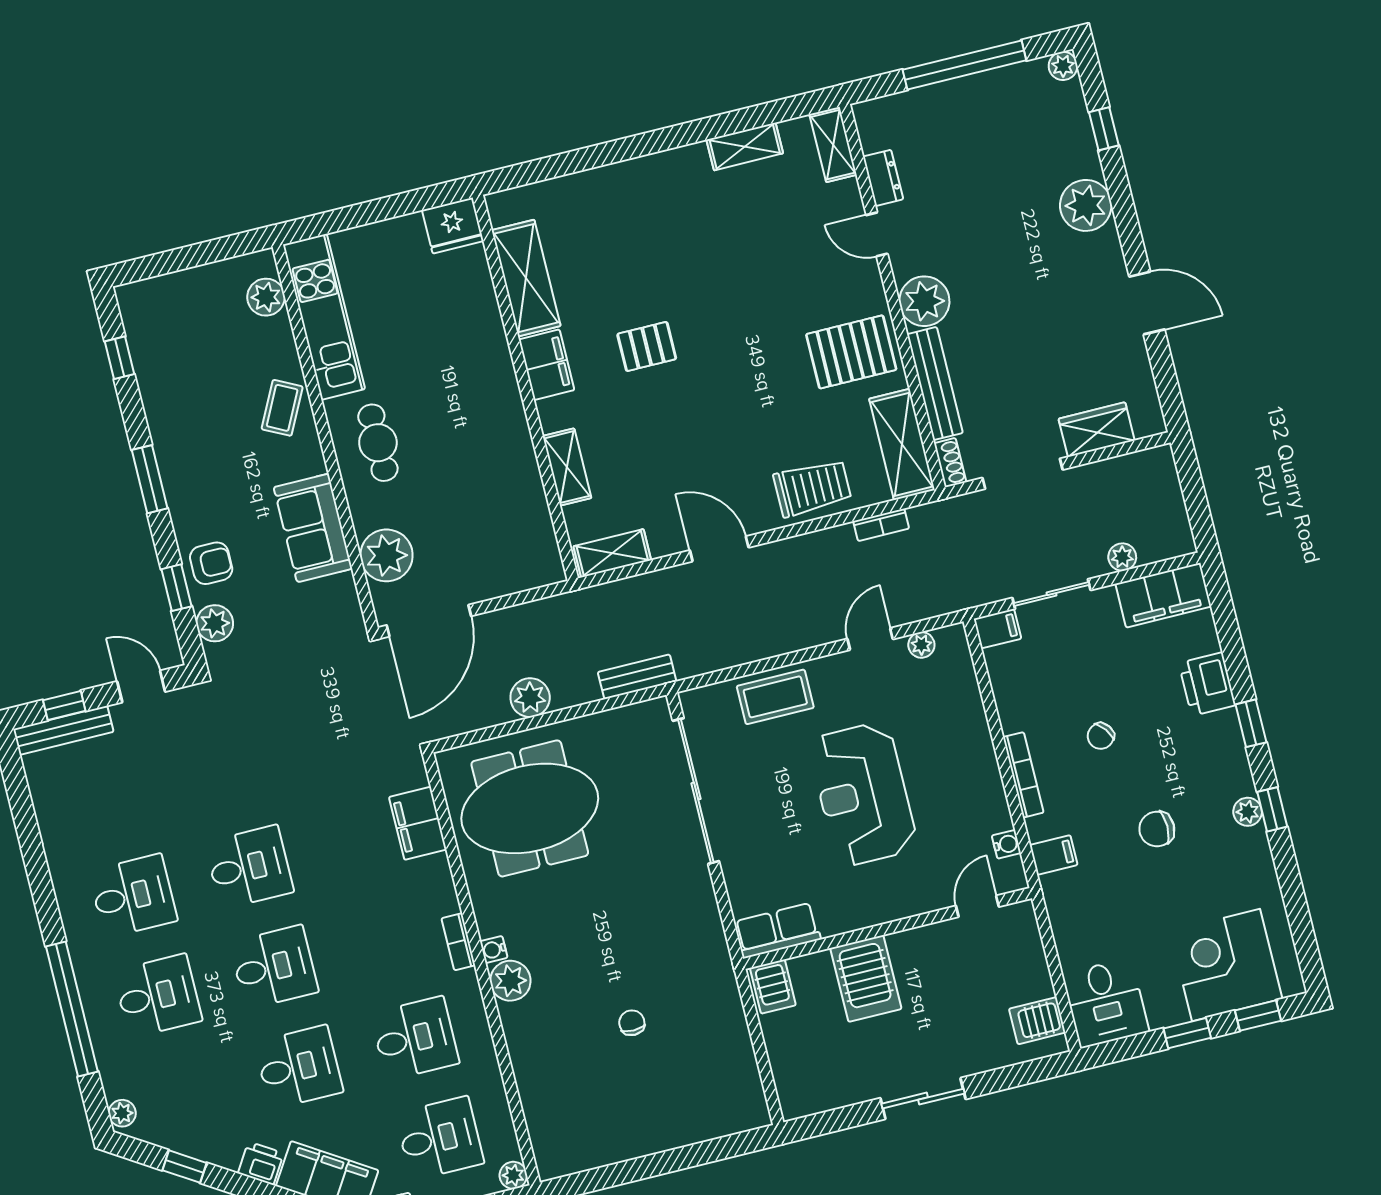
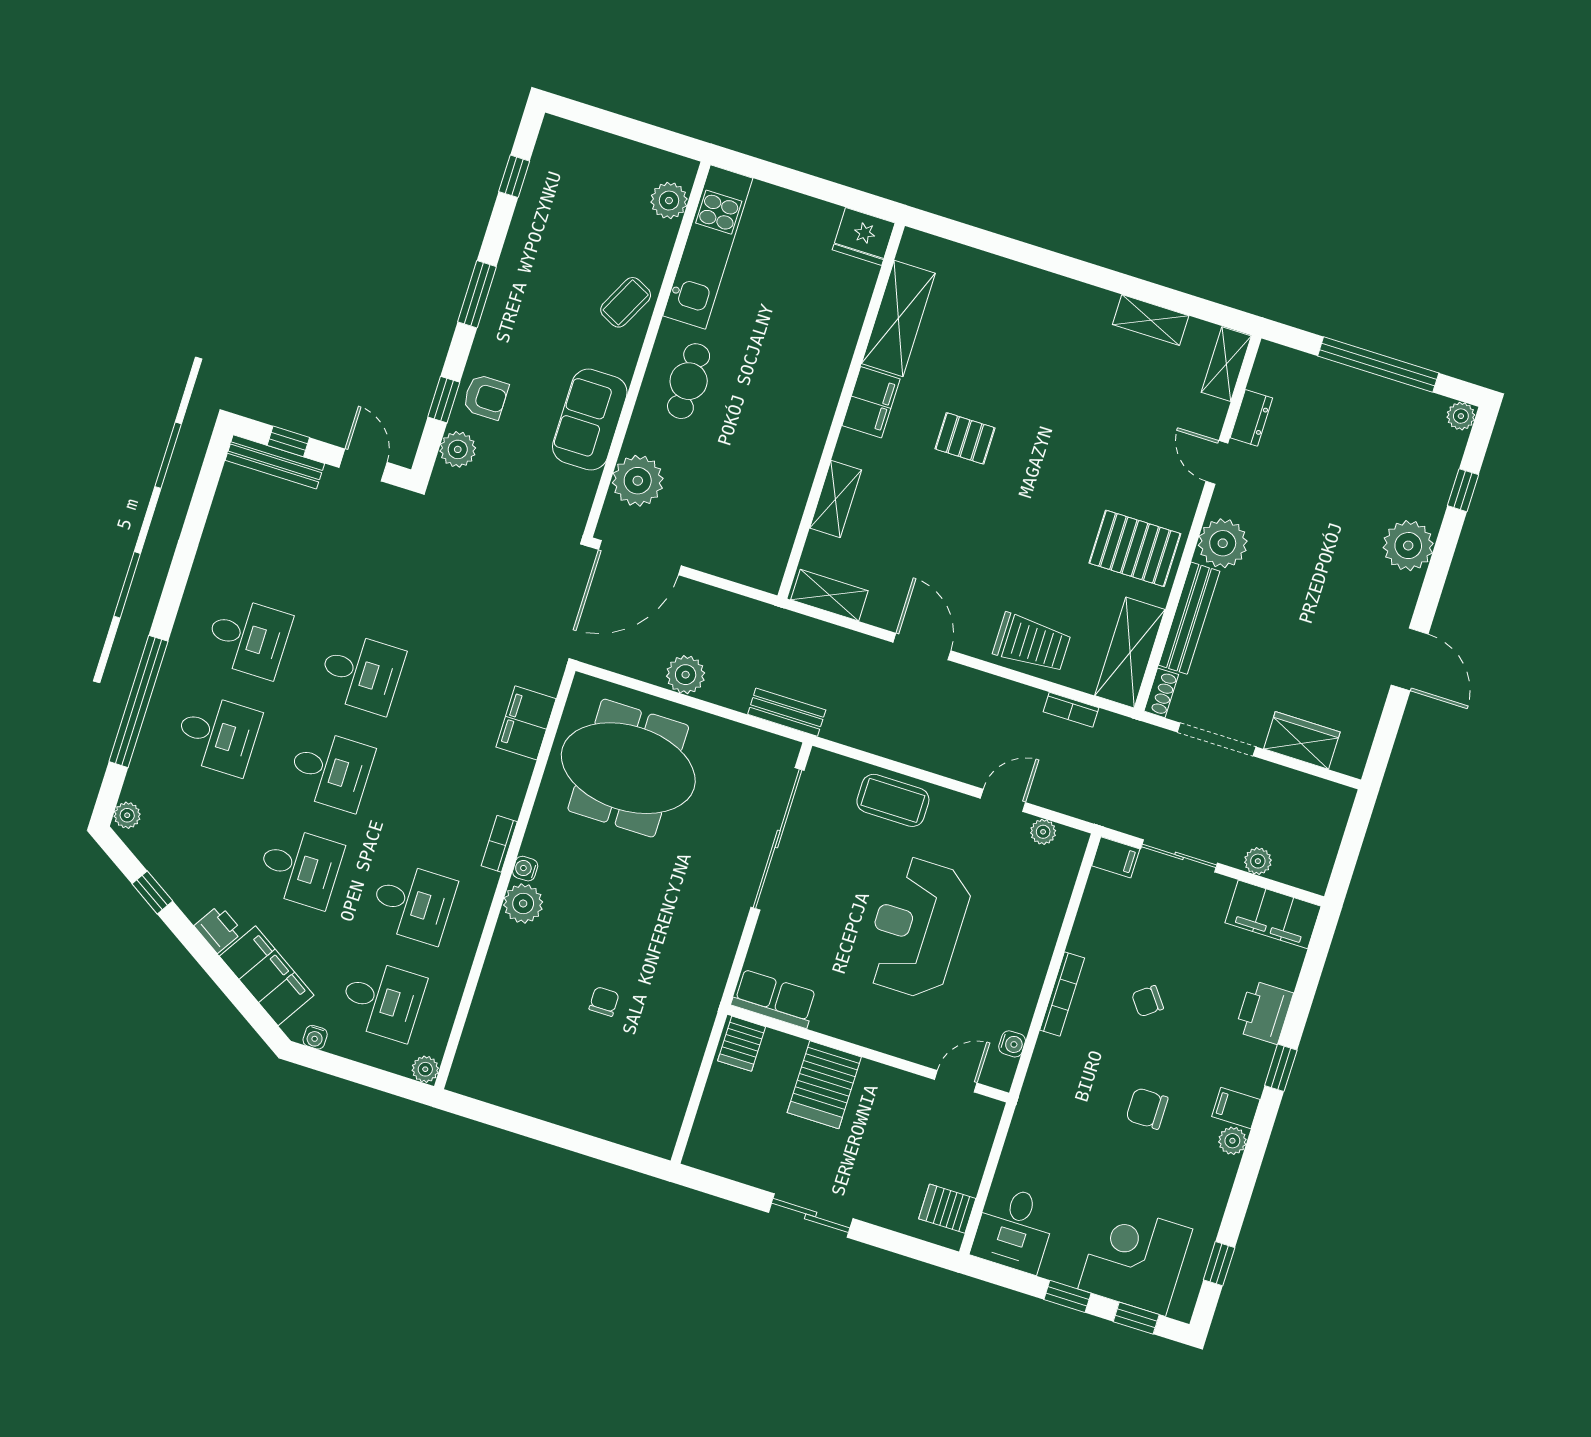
window: (1272, 809) -> (1219, 1264), moved
filing cabinet: (1054, 855) -> (1236, 1108), moved, turned 180

